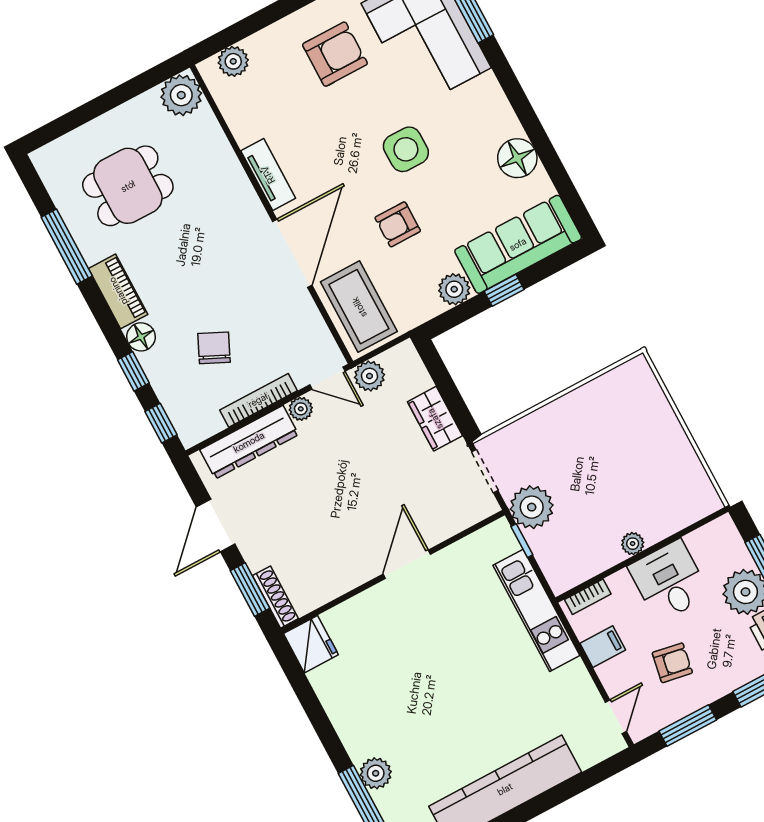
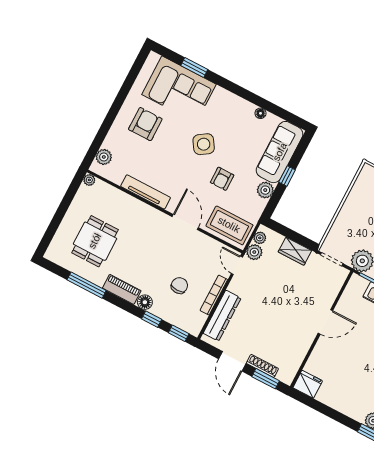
plant: (181, 95) -> (89, 180), width x0.53, depth x0.53
side table: (406, 149) -> (204, 144), turned -34
floor lamp: (517, 158) -> (260, 113), width x0.53, depth x0.53
tv unit: (268, 175) -> (146, 192), width x1.41
door: (292, 253) -> (185, 222), width x0.73
chair: (214, 348) -> (179, 286), turned 65
door: (327, 378) -> (237, 265), swing flipped
plant: (301, 409) -> (260, 238), moved
door: (407, 564) -> (325, 322), swing flipped
shoe rack: (275, 597) -> (262, 366), moved

